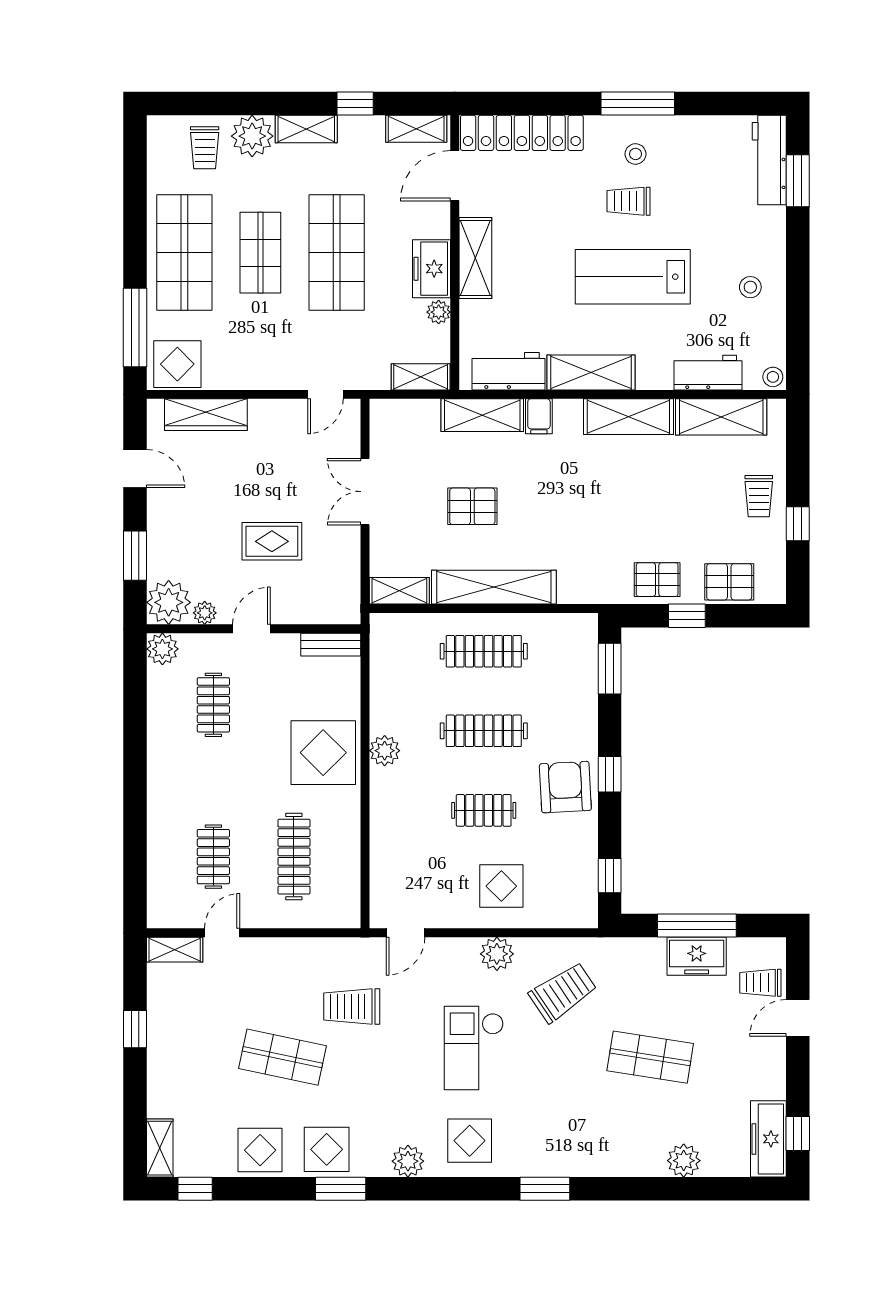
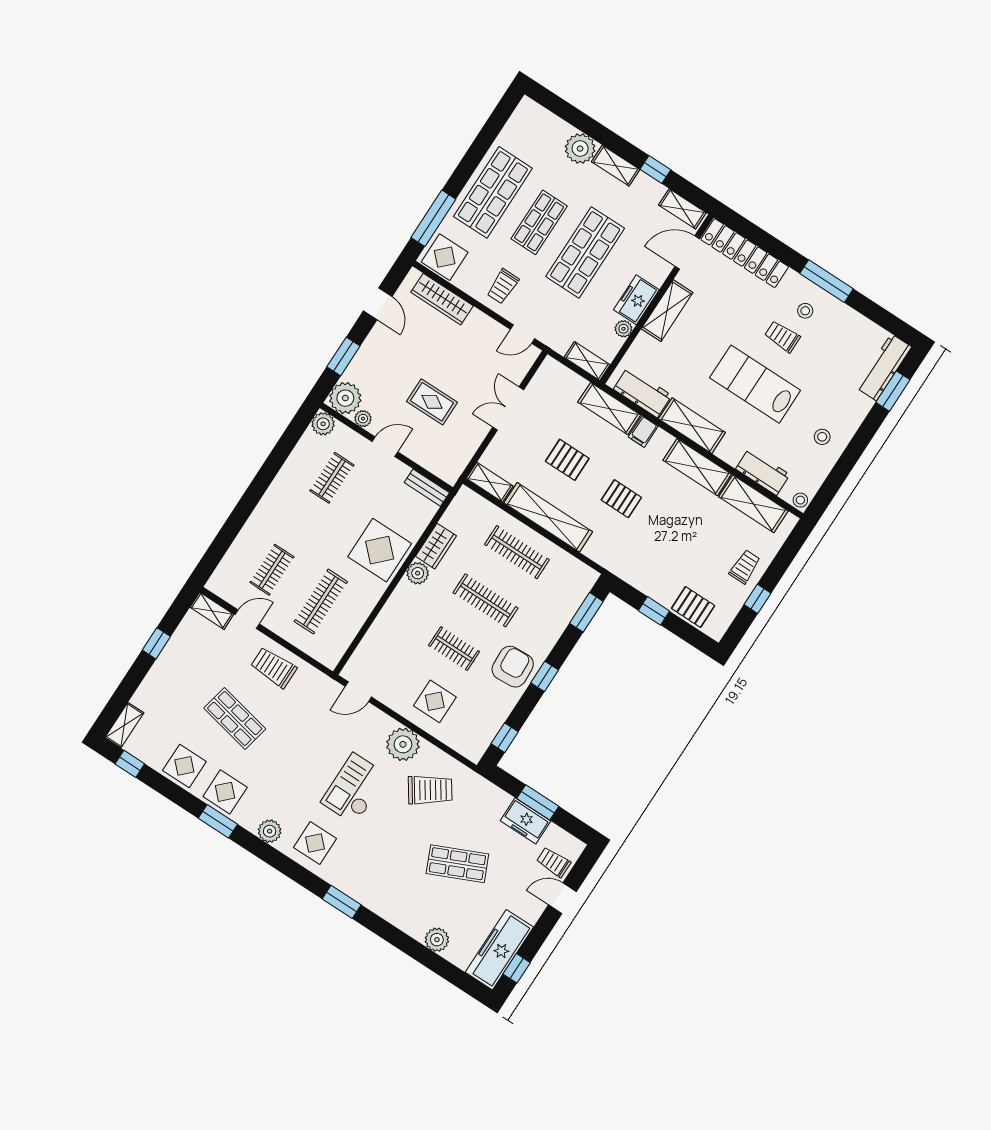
trolley: (205, 148) -> (503, 286), moved
trolley: (759, 496) -> (745, 567), turned 180
pallet: (657, 580) -> (621, 499), moved
wardrobe: (385, 705) -> (436, 546), added
window: (697, 925) -> (538, 802), width x0.69
plant: (497, 954) -> (403, 744), width x1.36, depth x1.36
trolley: (352, 1007) -> (274, 667), moved
shop shelf: (650, 1057) -> (457, 864), turned -33
freezer: (768, 1139) -> (499, 950), width x1.36, depth x1.26

